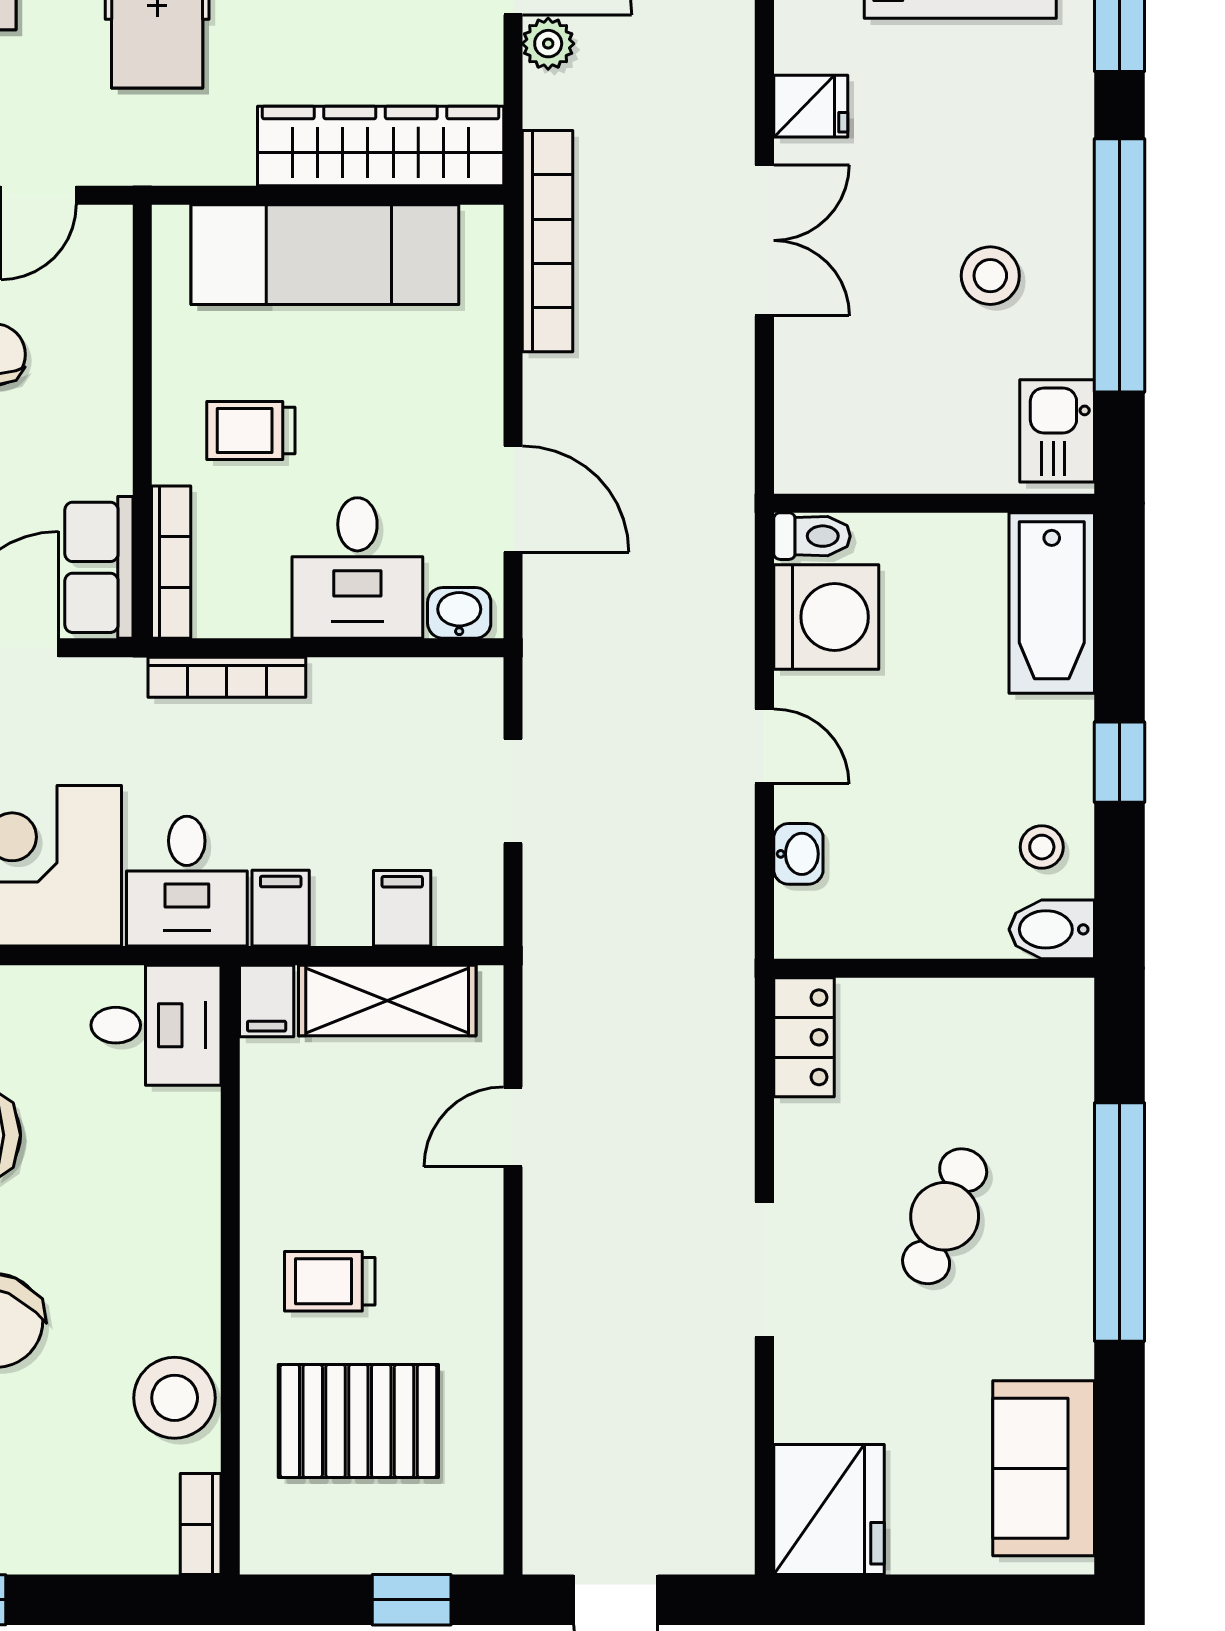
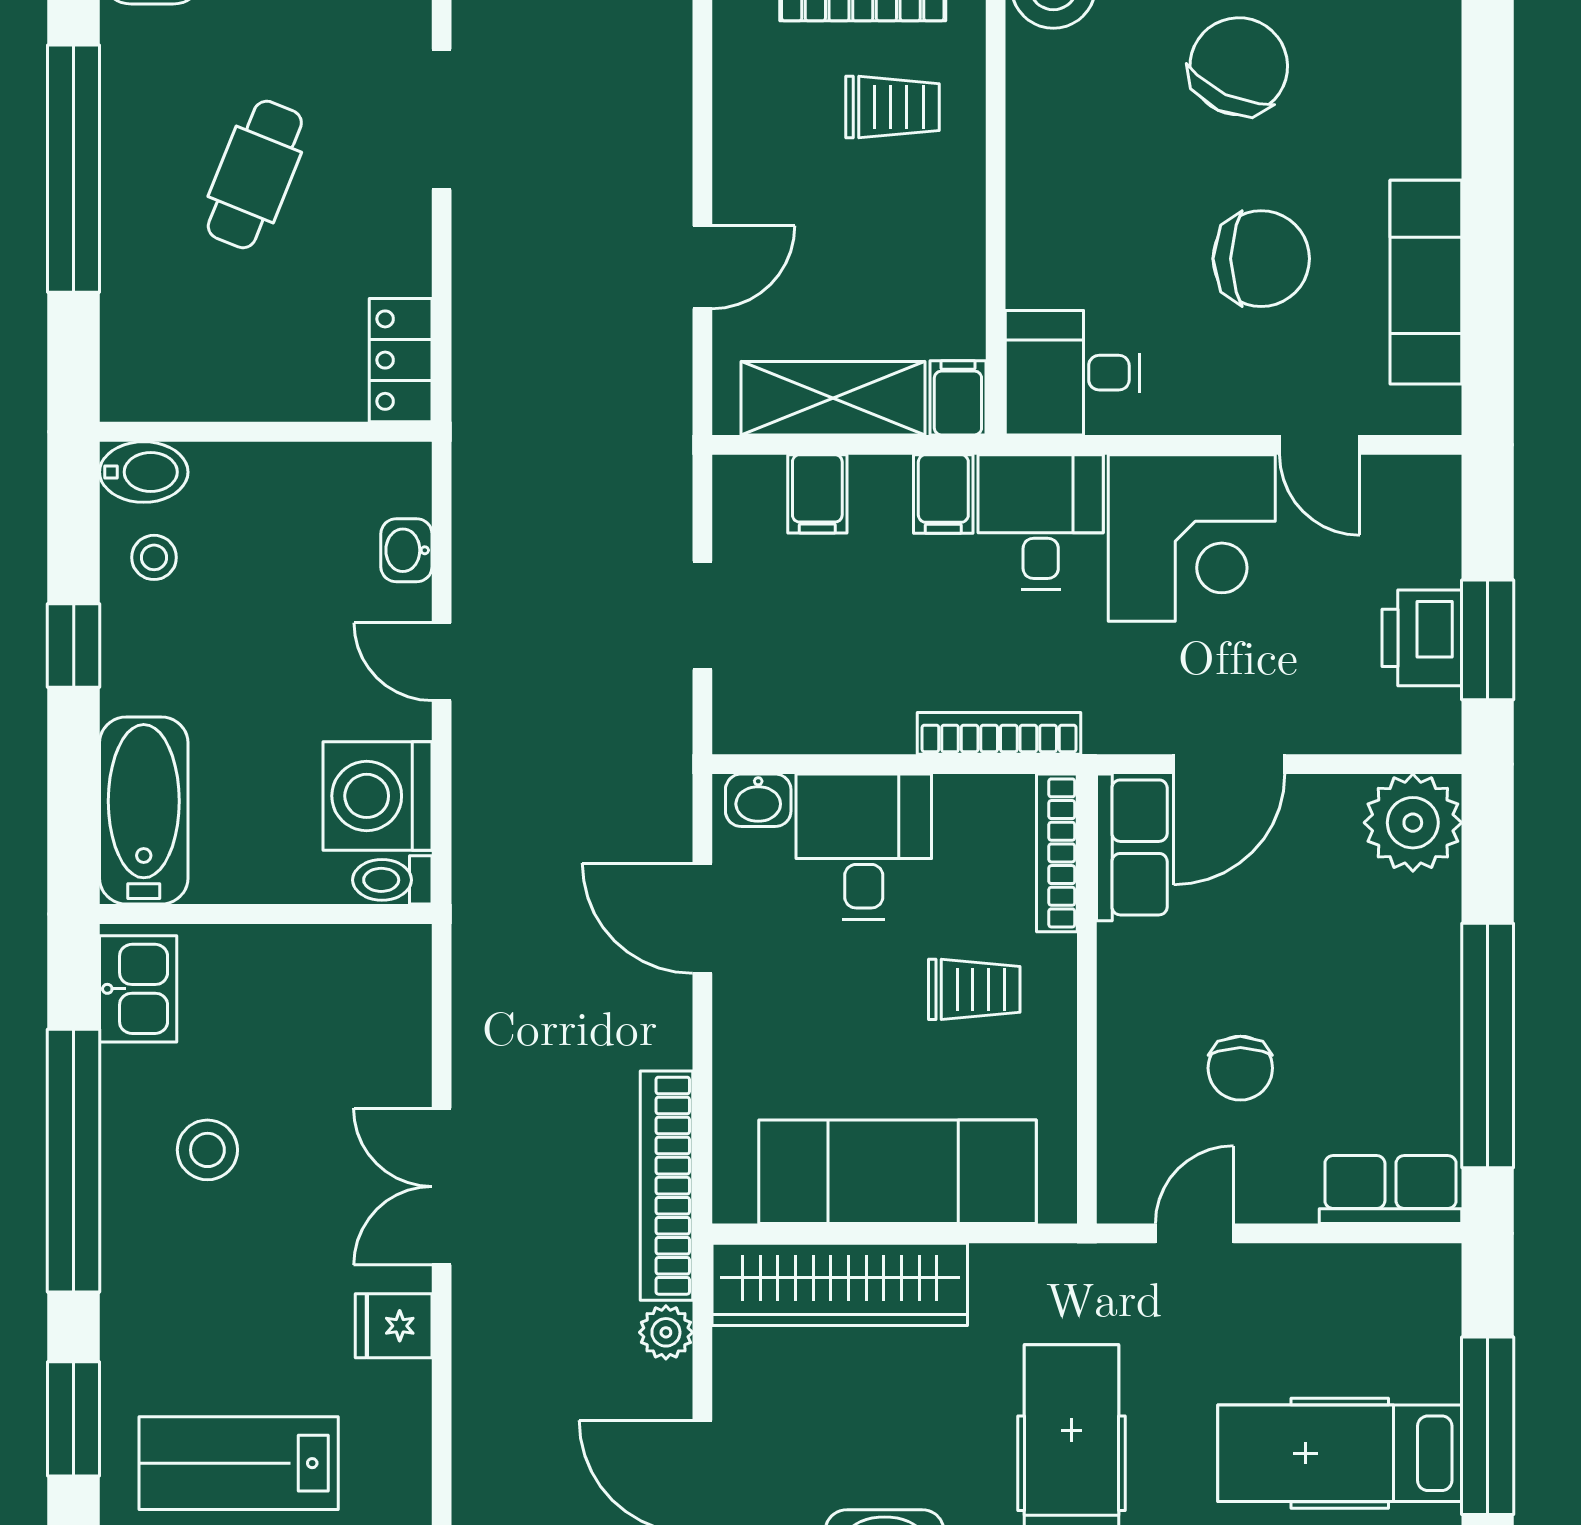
plant: (548, 44) -> (666, 1332), moved

